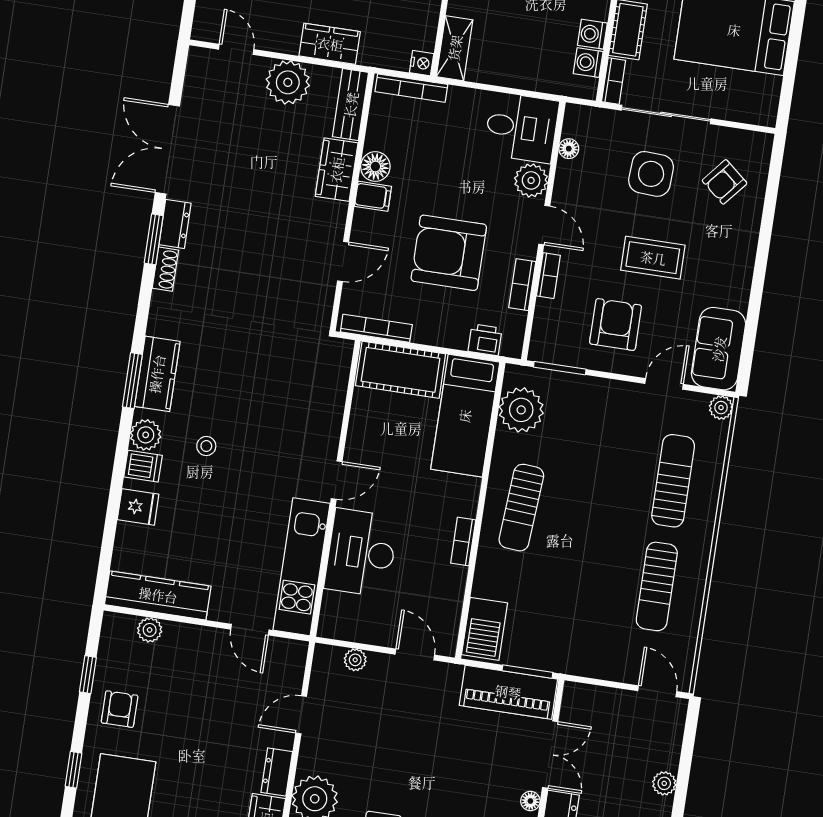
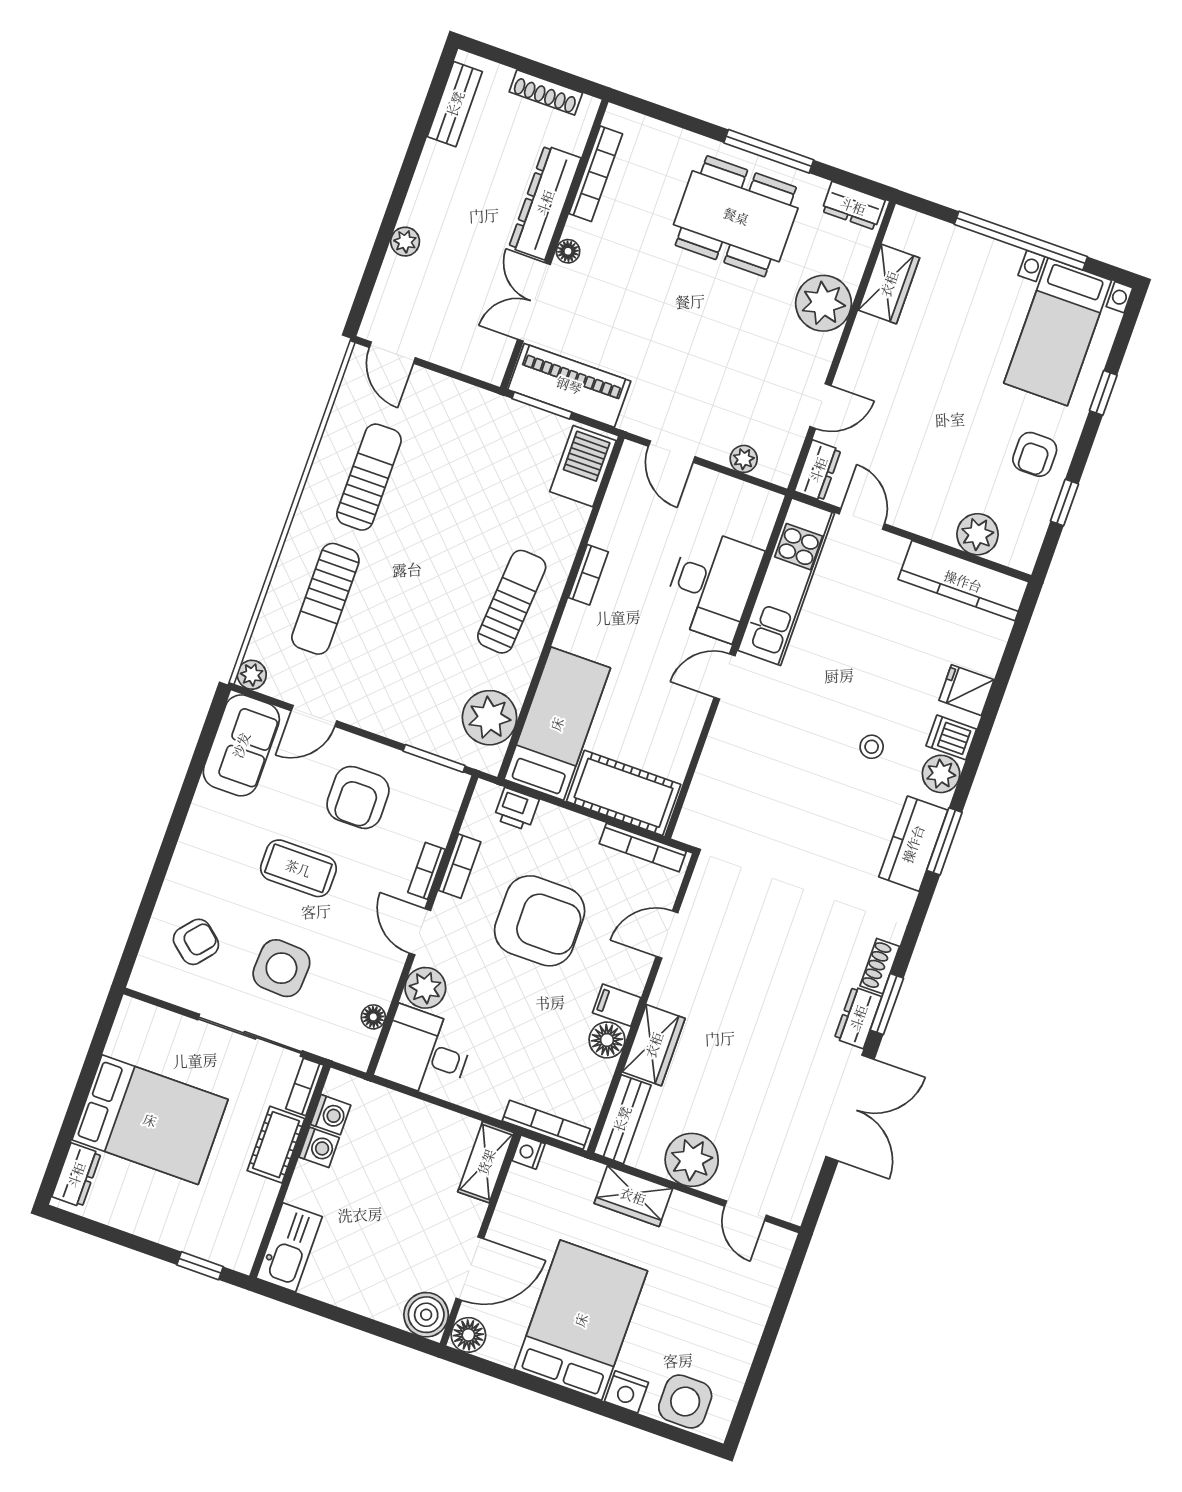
plant: (150, 630) -> (978, 534), width x1.38, depth x1.38
dresser: (277, 772) -> (818, 470), moved

